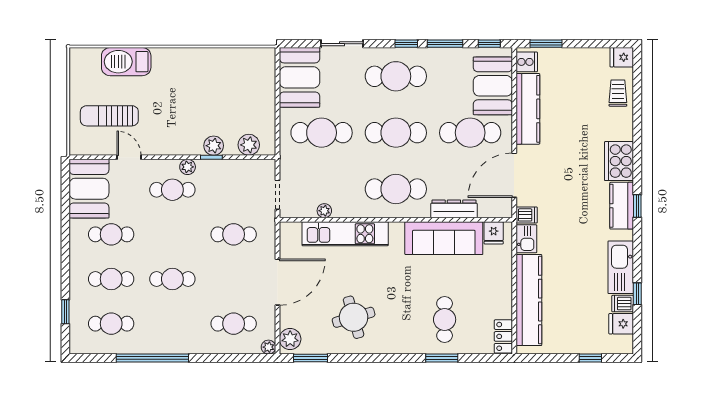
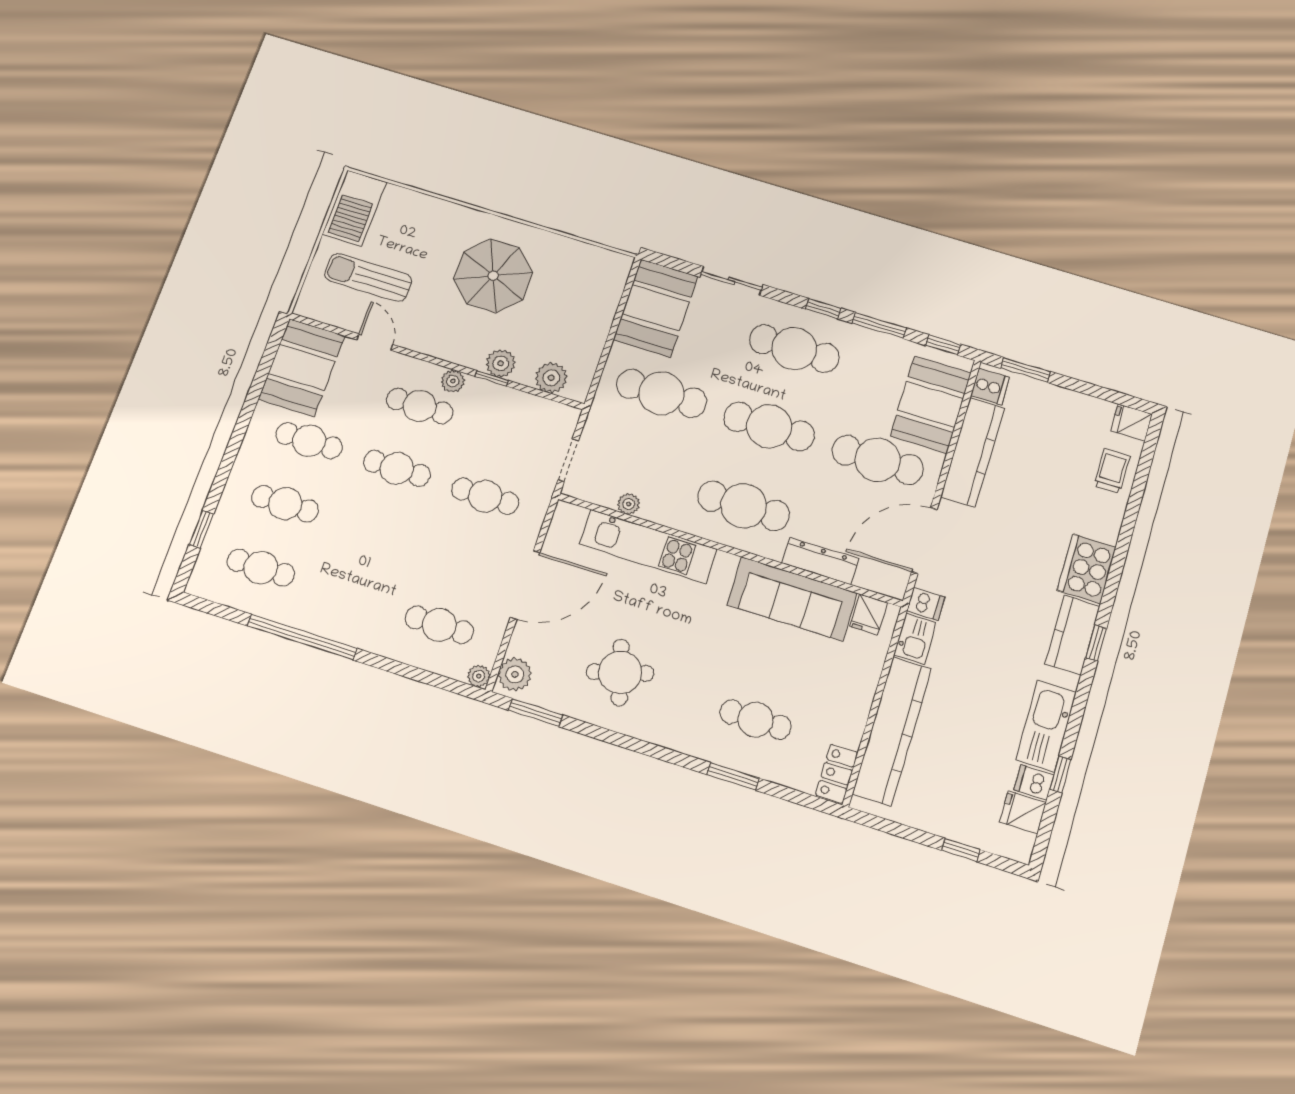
barbecue: (126, 62) -> (354, 208), moved, turned -90
parasol: (189, 89) -> (493, 276), added
cafe table: (172, 279) -> (397, 468), moved
cafe table: (445, 319) -> (756, 720), turned 90

